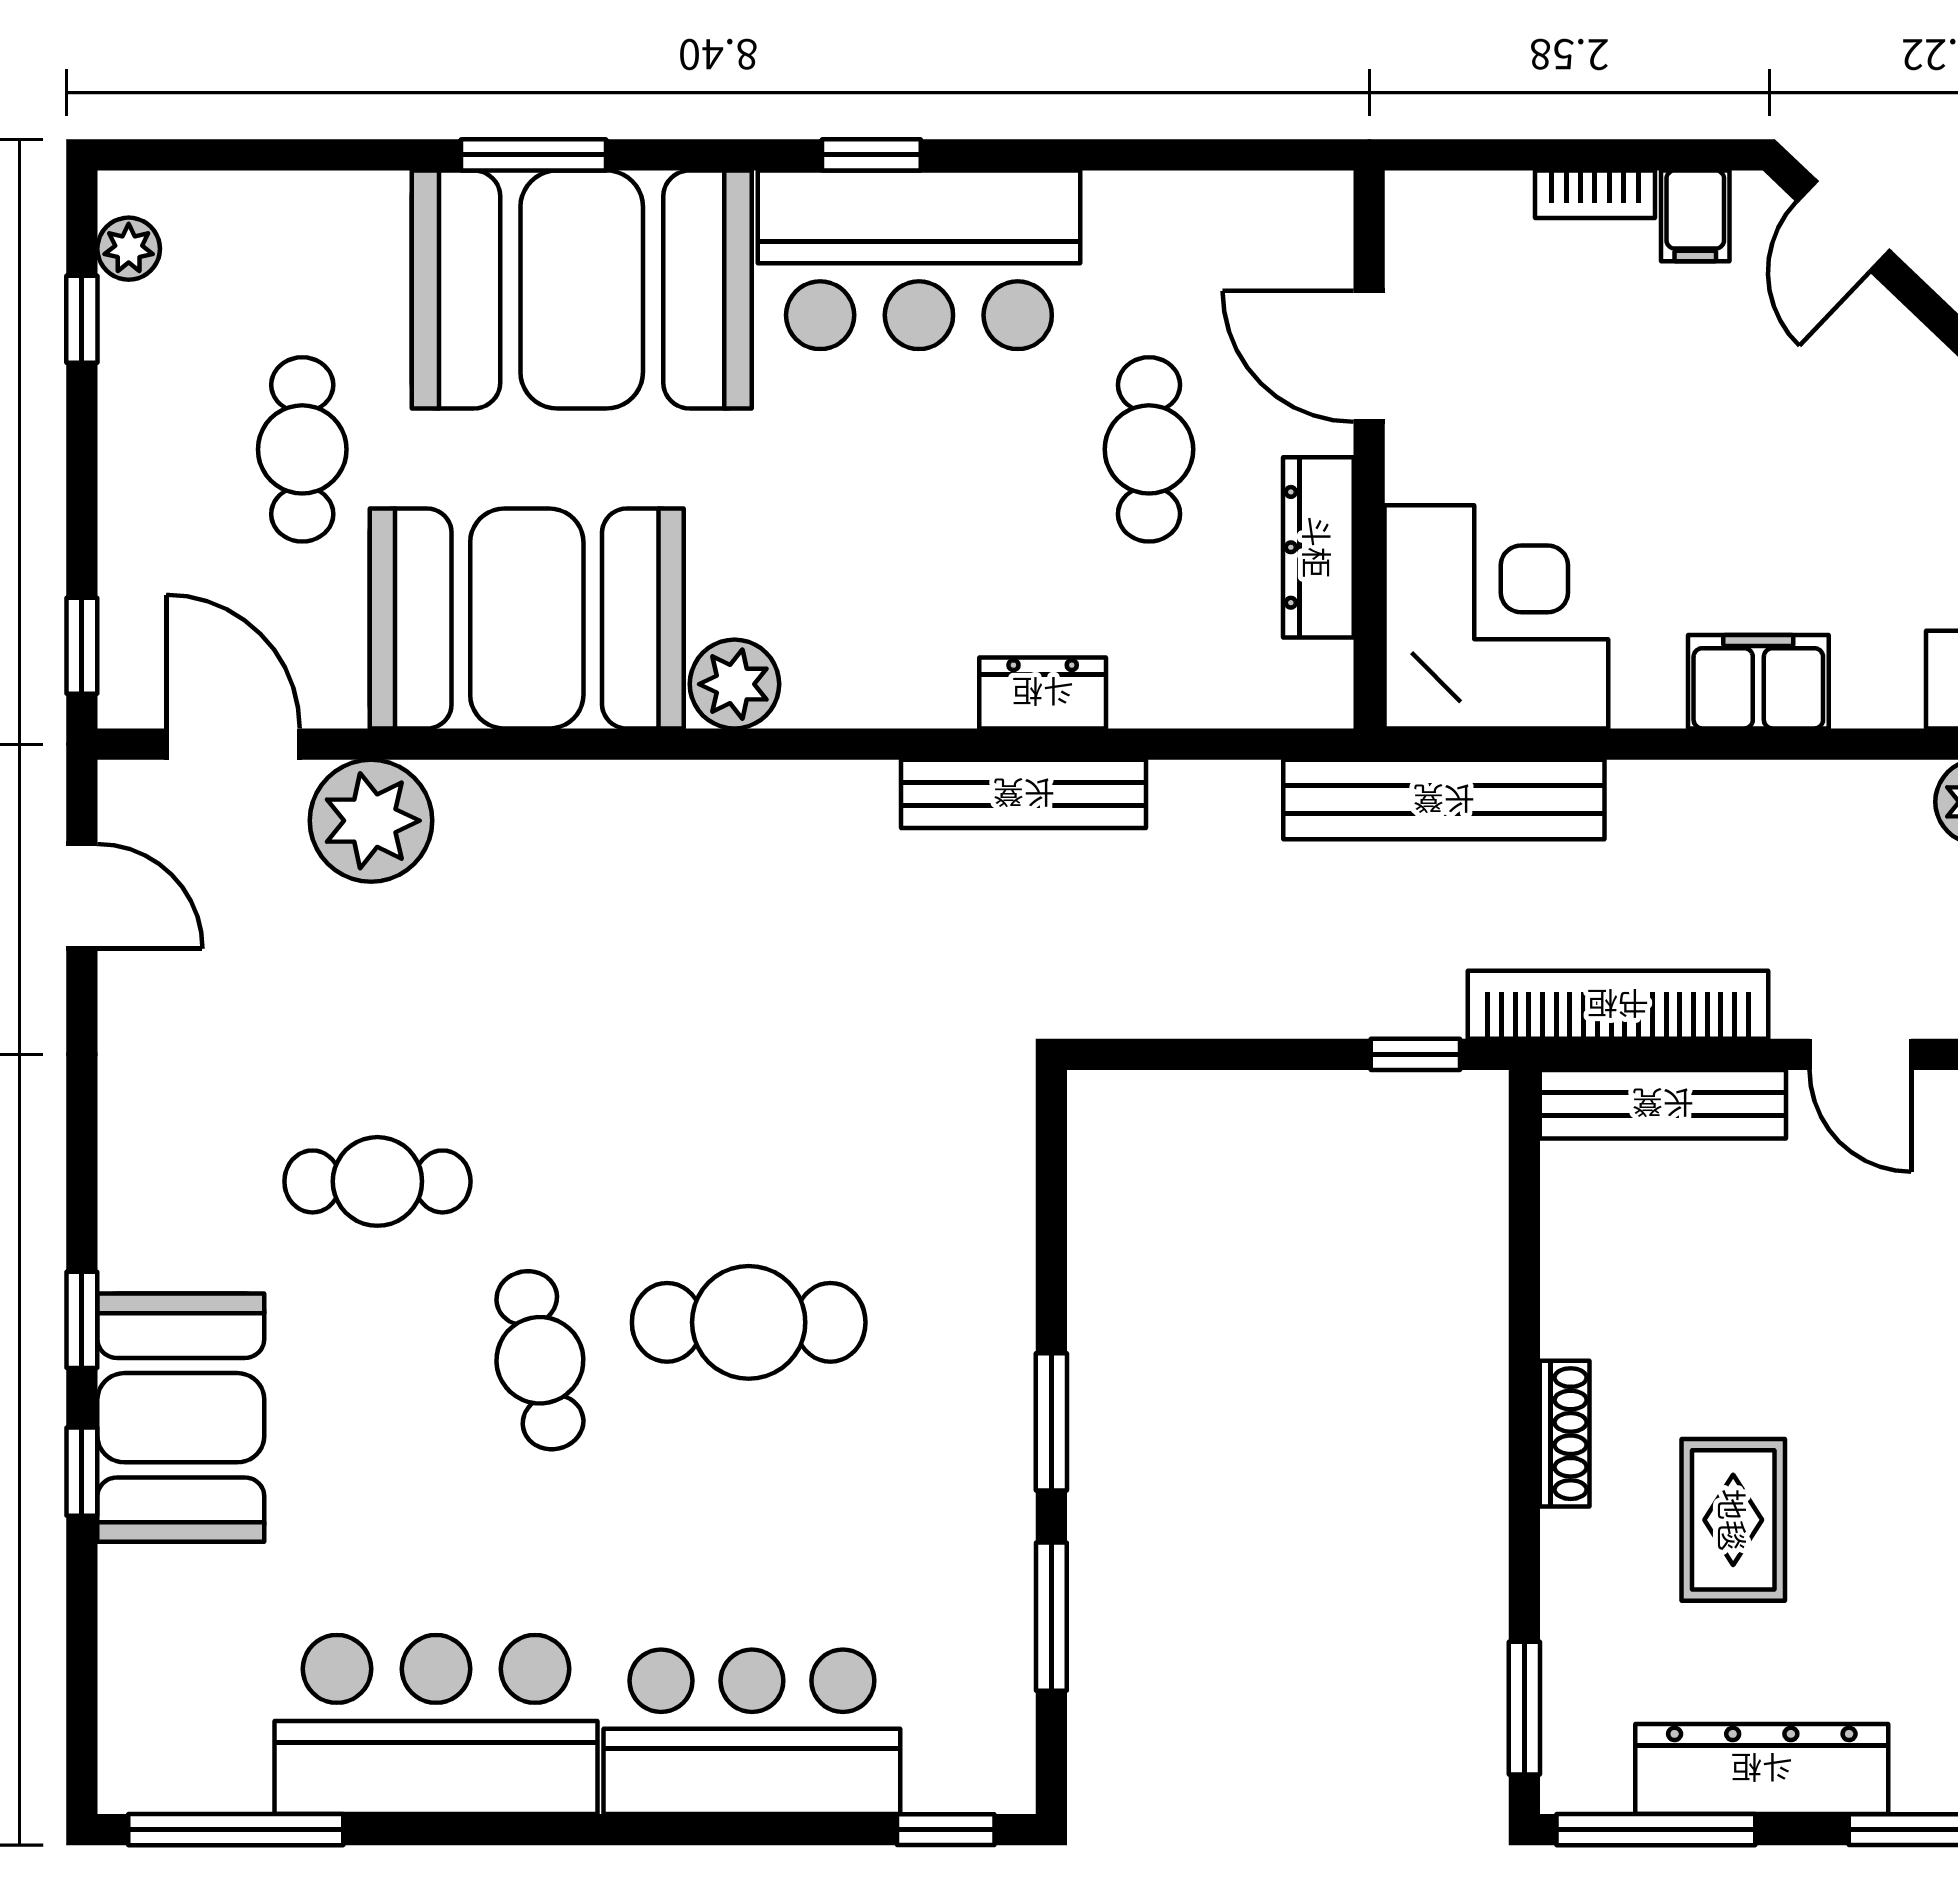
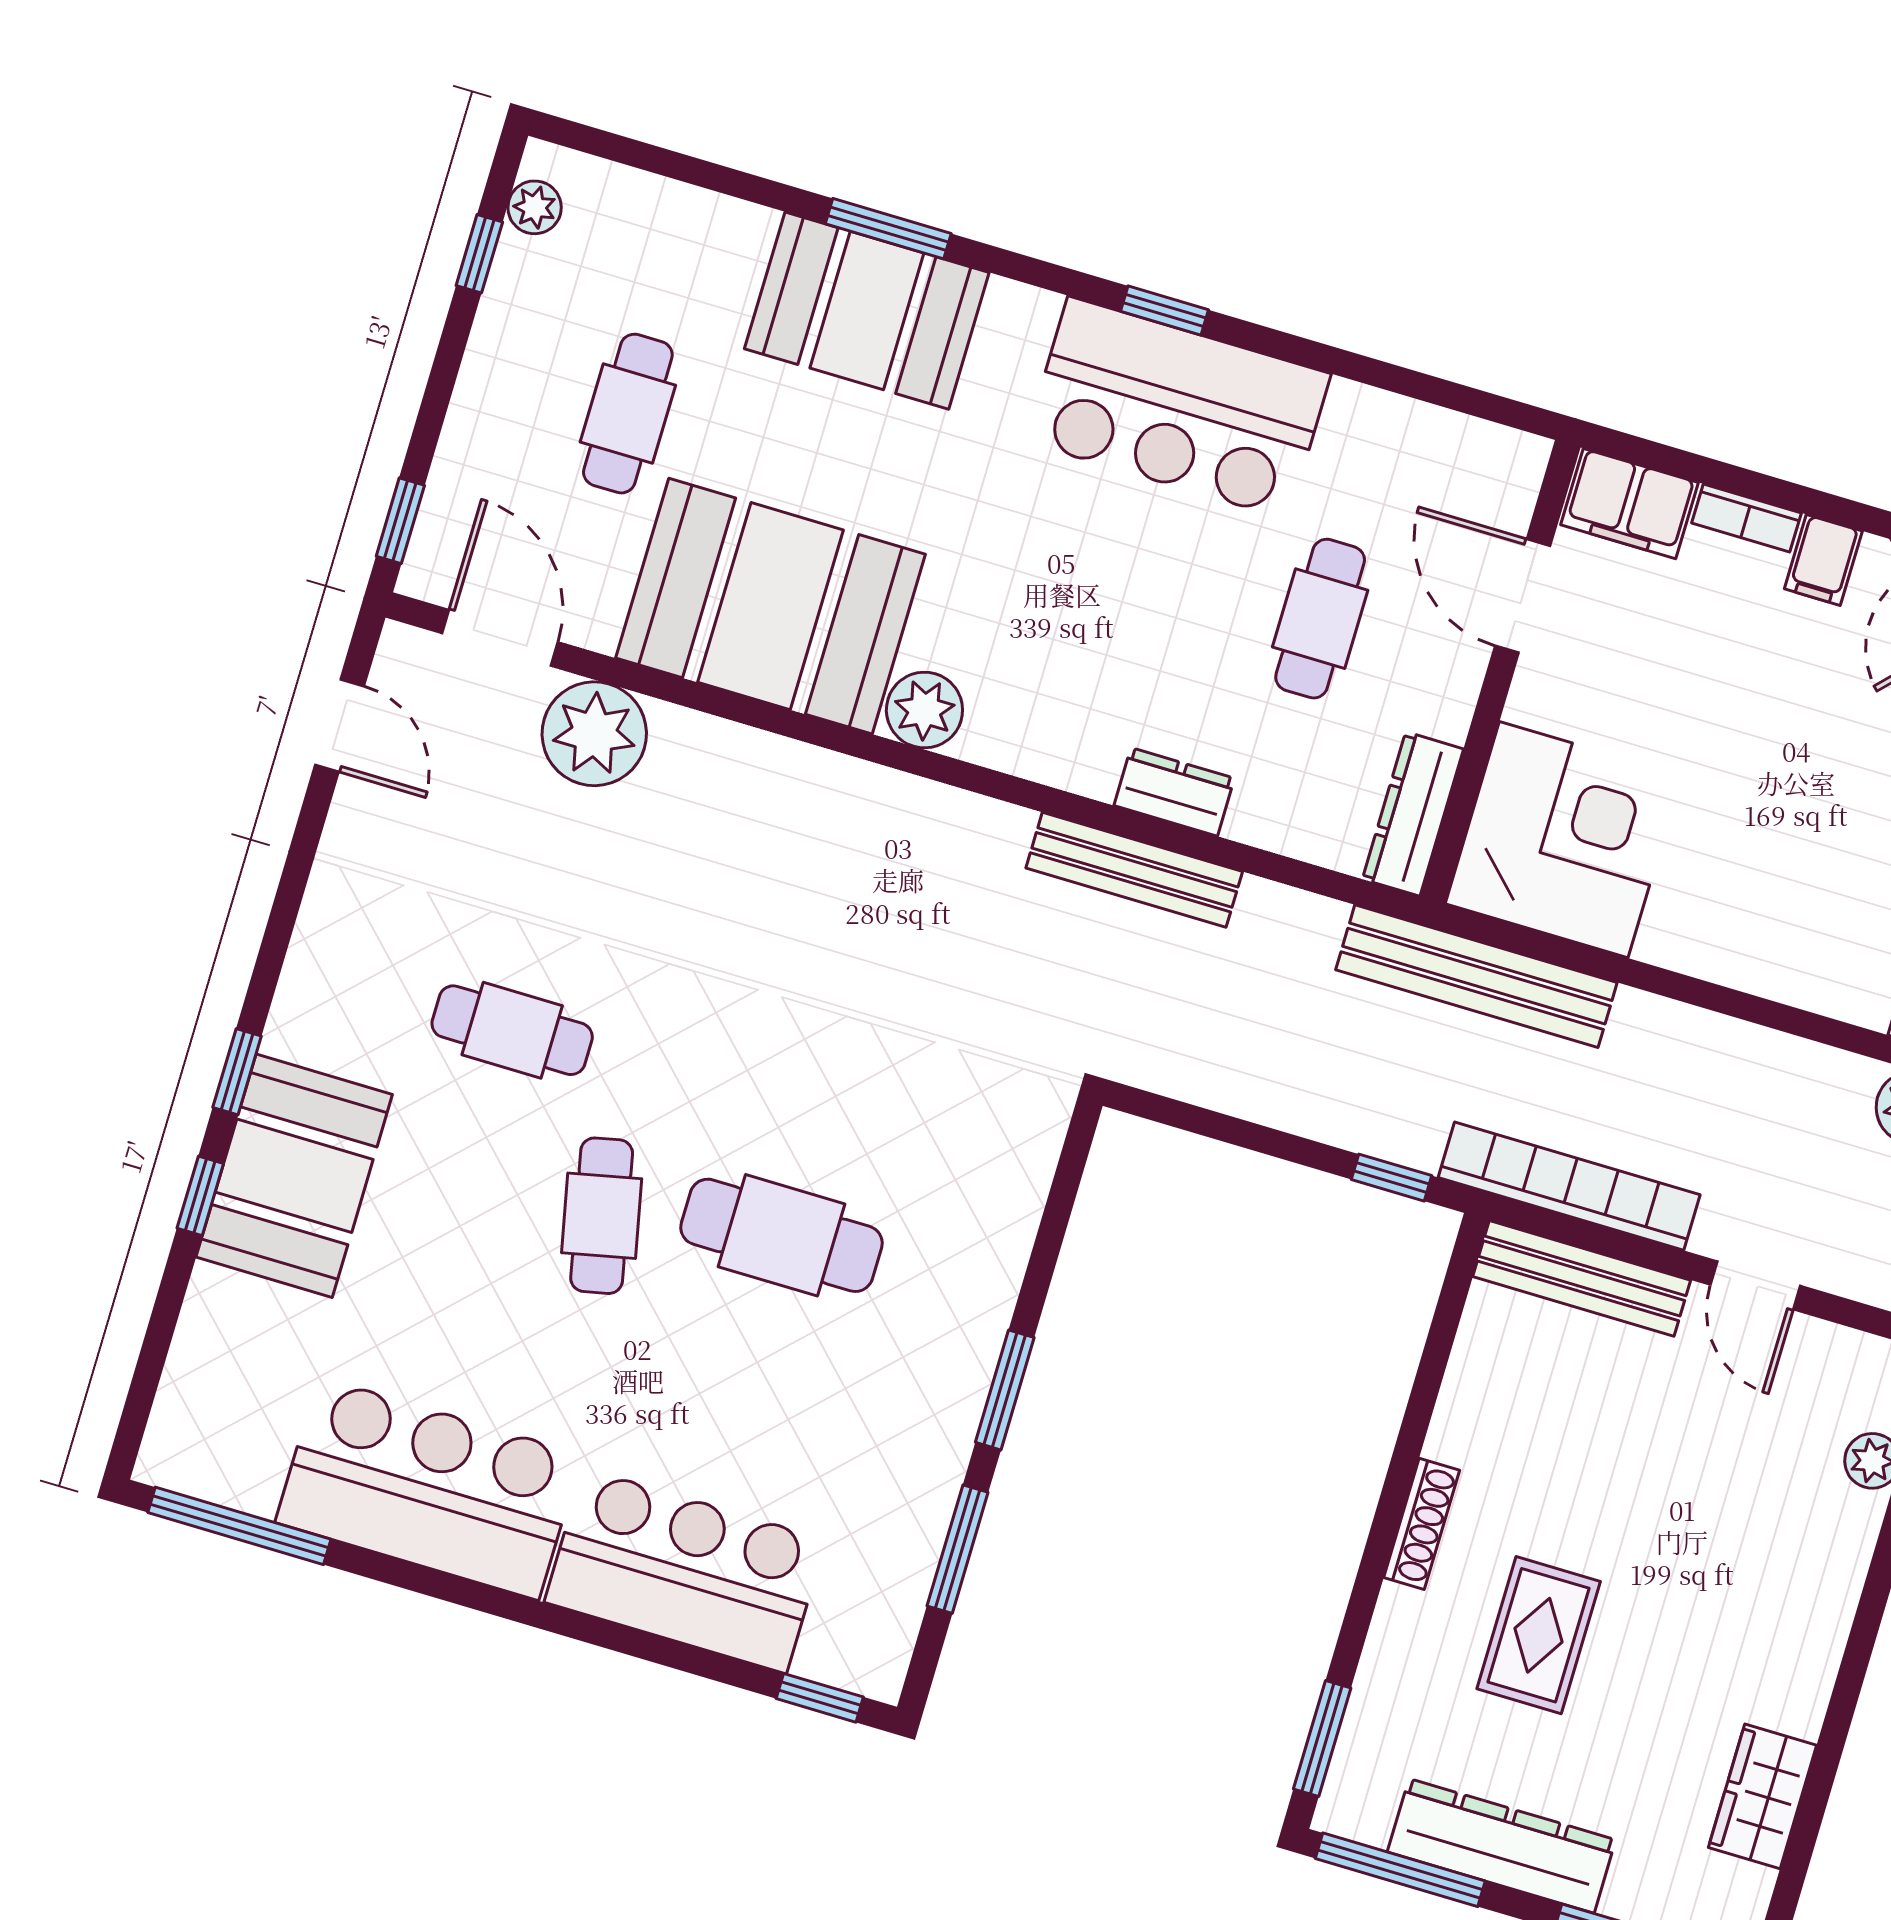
booth: (582, 289) -> (867, 311), width x0.73, depth x0.70
dresser: (1318, 547) -> (1413, 814), moved
filing cabinet: (1758, 682) -> (1630, 504), moved, turned 180

